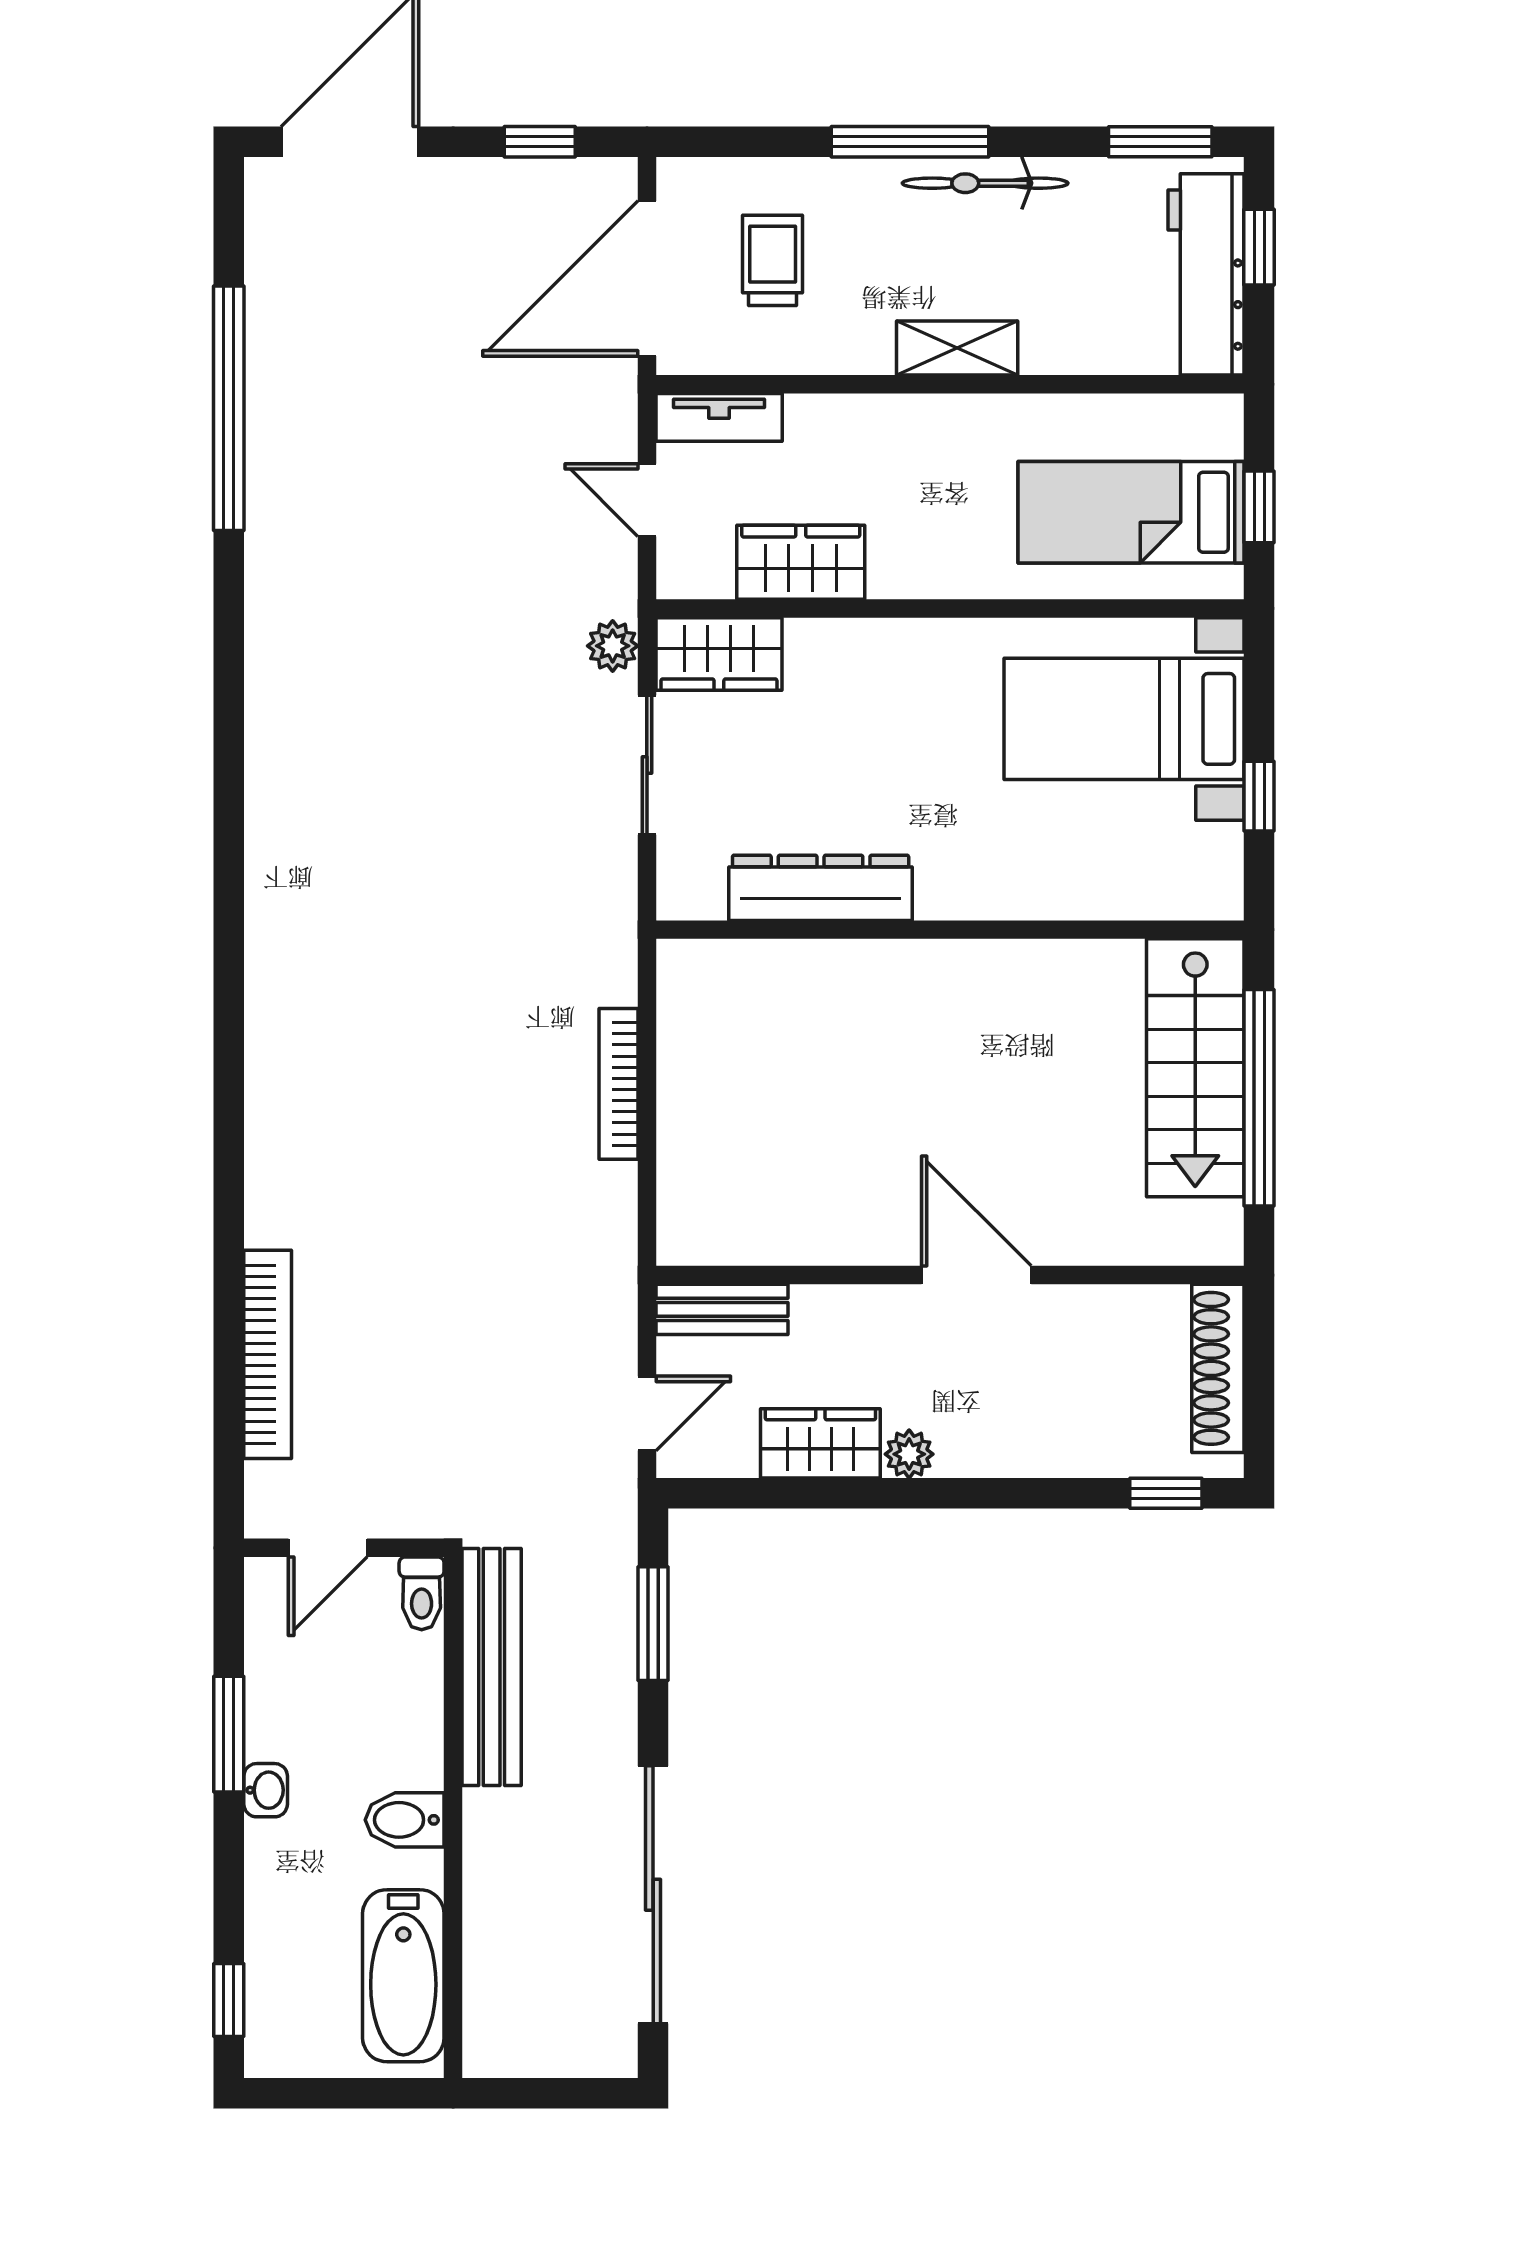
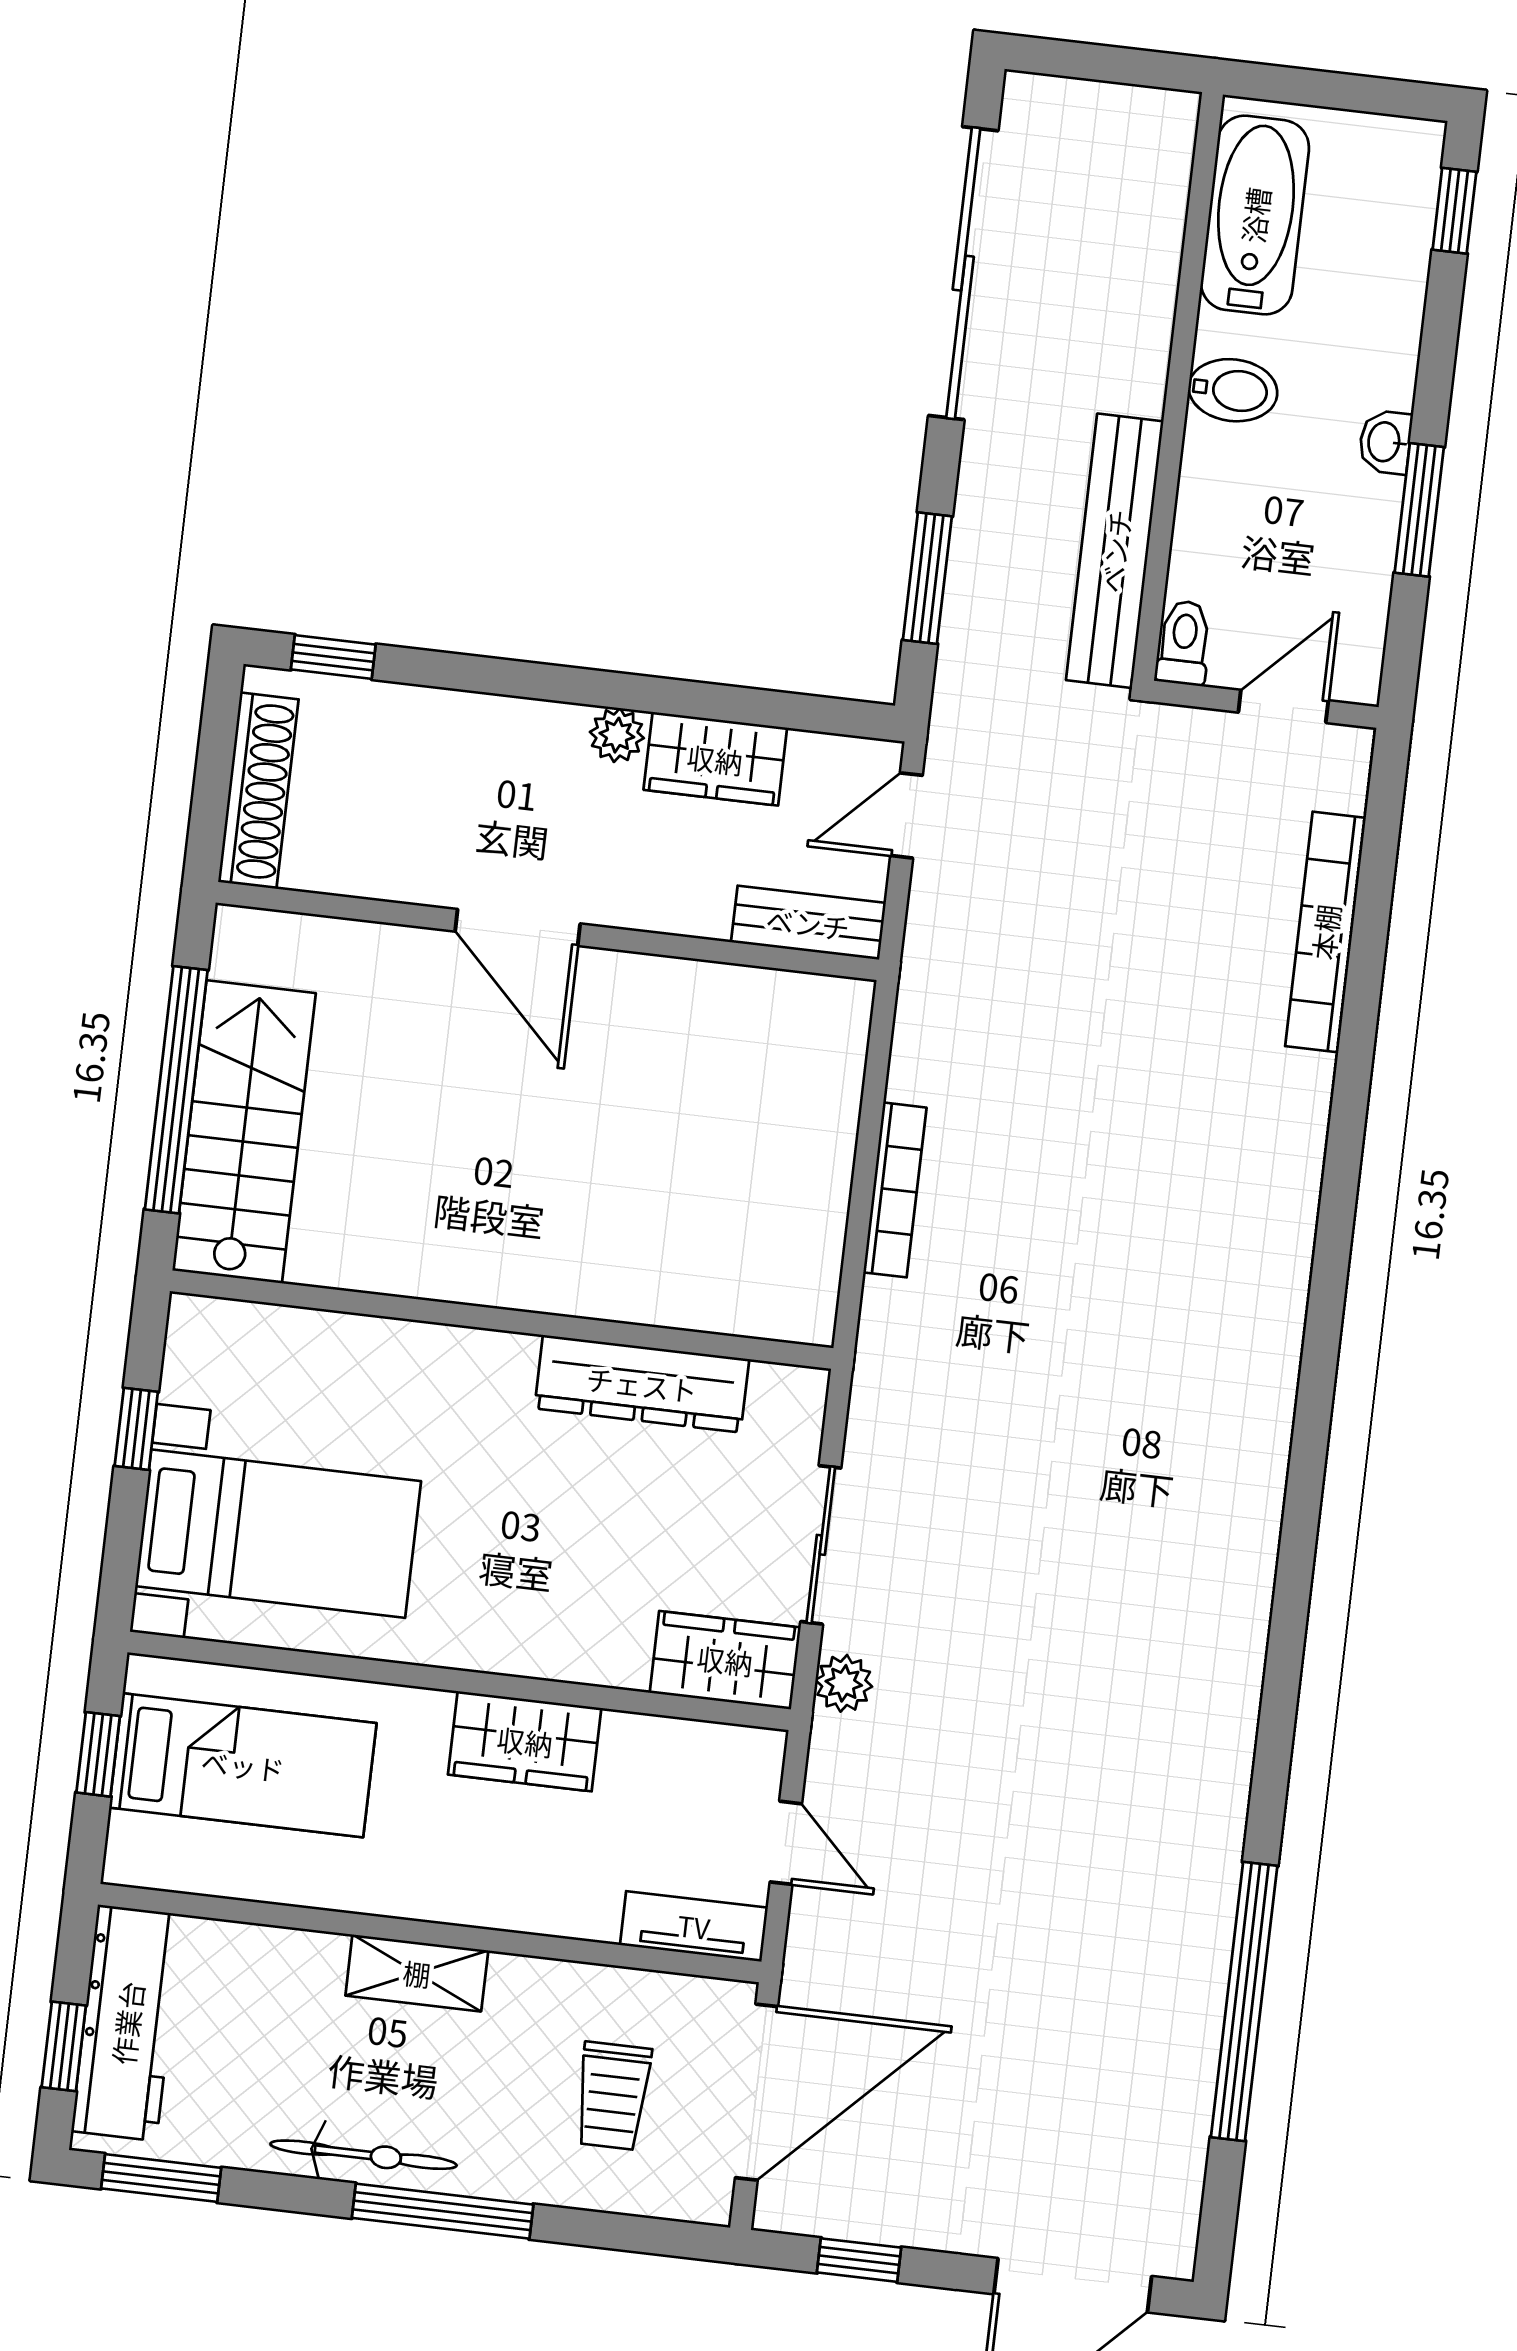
wardrobe: (801, 562) -> (525, 1741), moved

